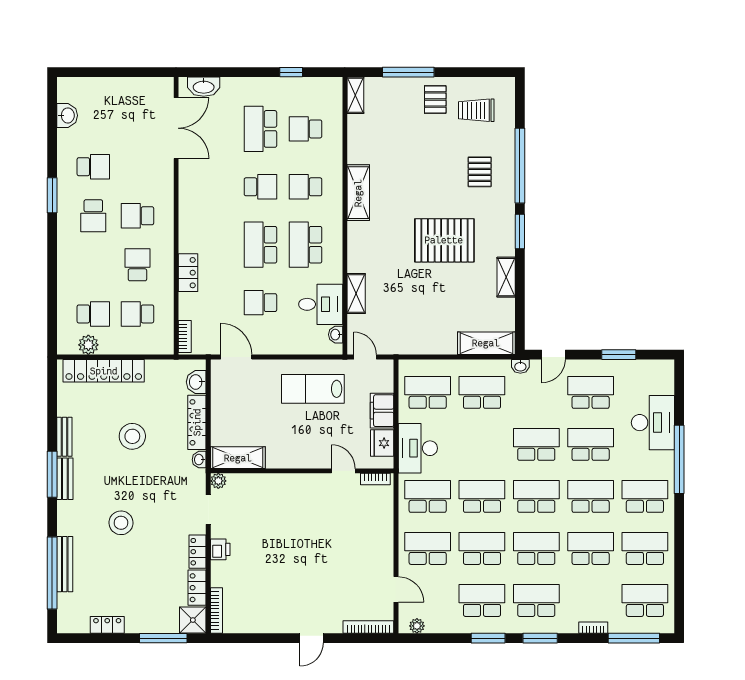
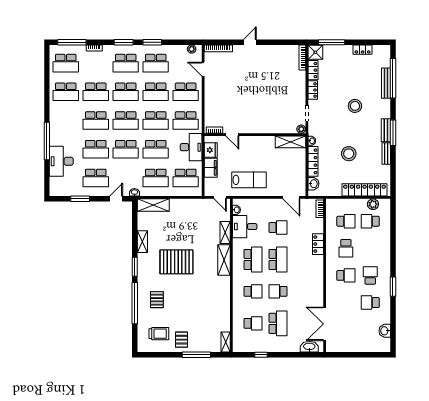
shelving: (358, 193) -> (224, 260), moved
school desk: (645, 496) -> (156, 149), moved
printer: (220, 549) -> (300, 91), removed

